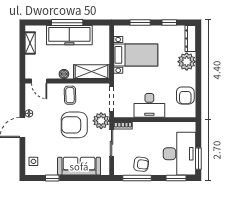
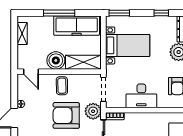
window: (140, 23) -> (119, 13), moved
freezer: (69, 35) -> (77, 26), moved
boiler: (64, 74) -> (56, 60), width x1.86, depth x1.86

